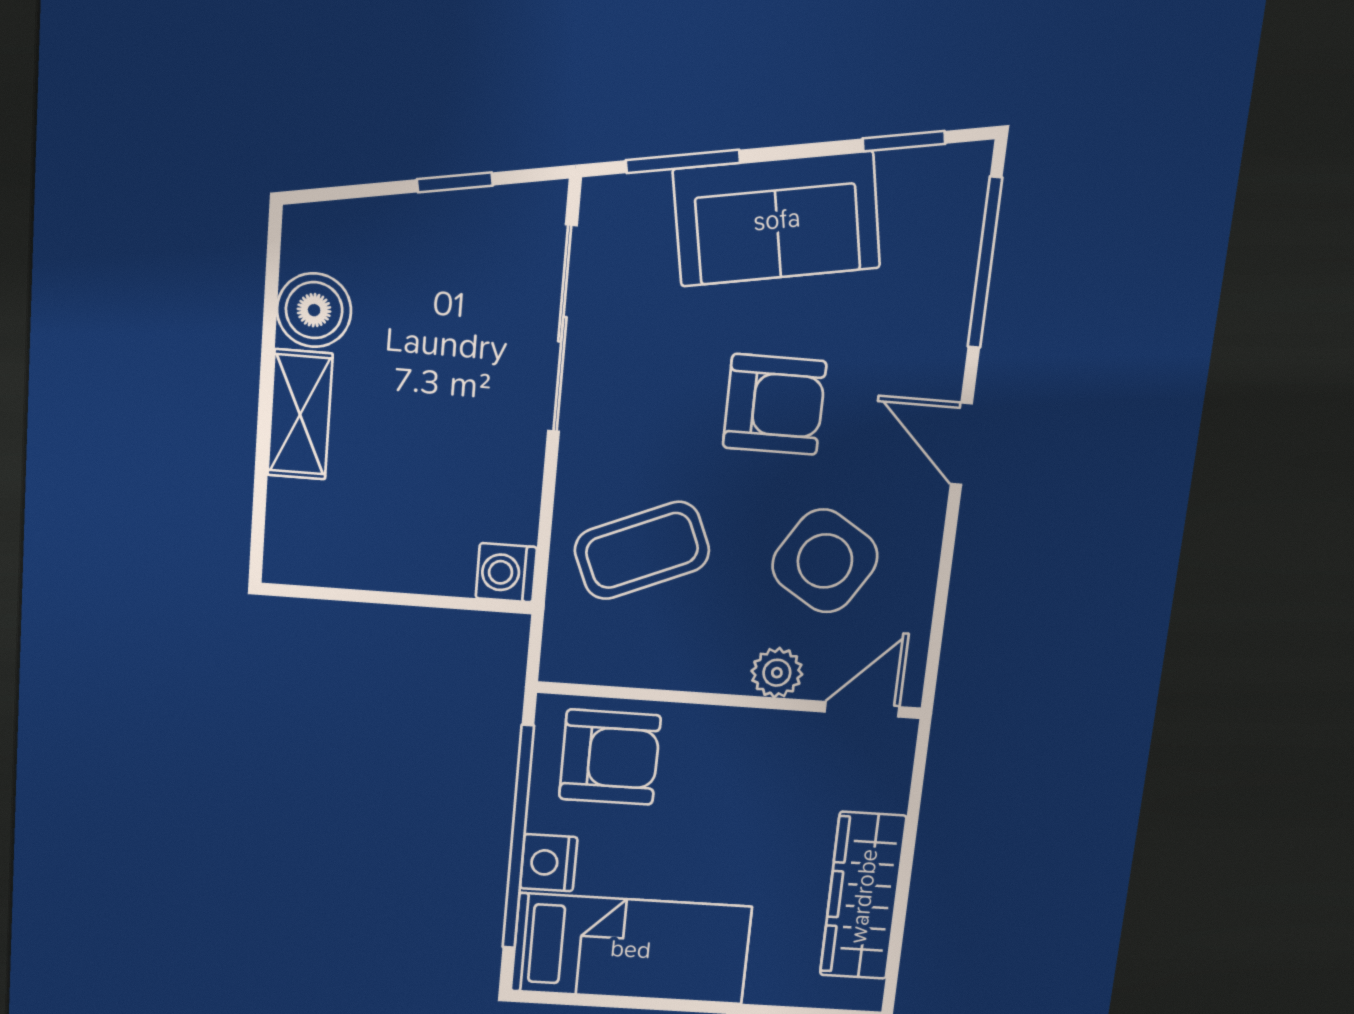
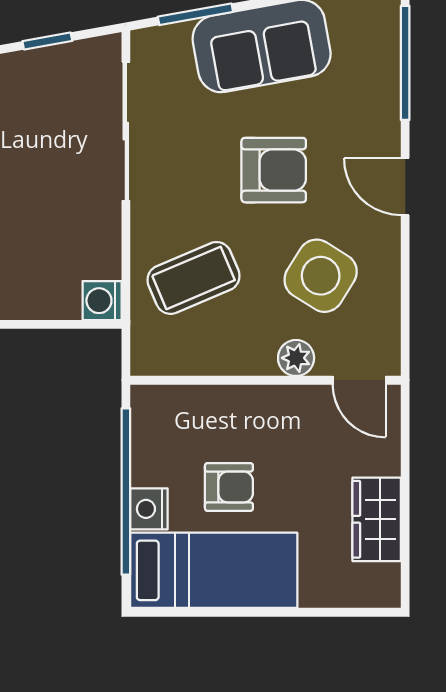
door: (862, 709) -> (359, 380), swing flipped
armchair: (610, 757) -> (229, 487), moved, width x0.72, depth x0.72
wardrobe: (863, 896) -> (377, 519), width x0.67

